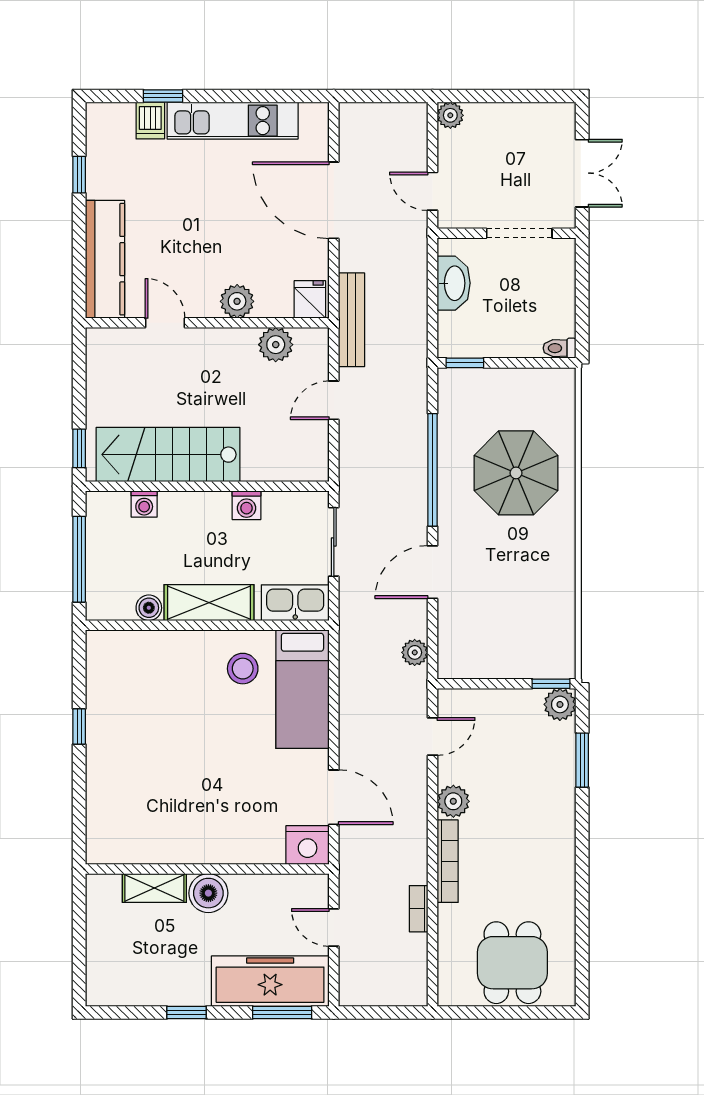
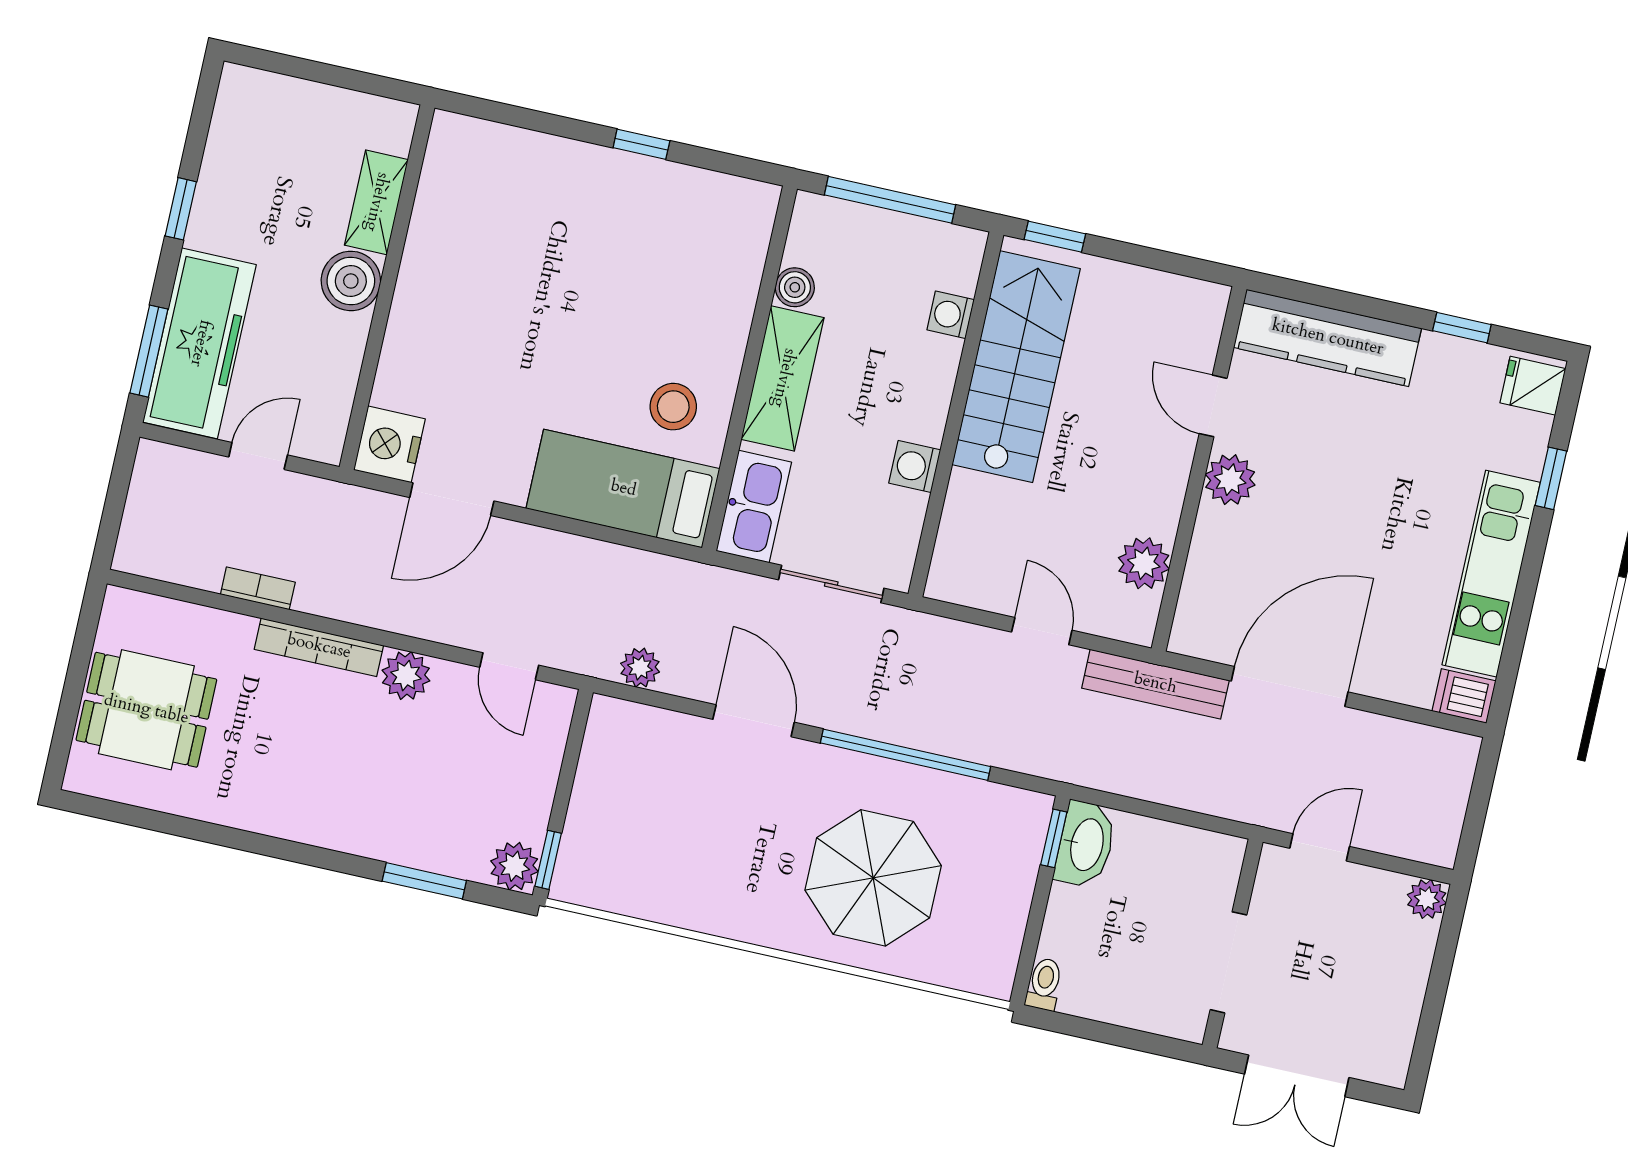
dishwasher: (150, 121) -> (1464, 696), moved
door: (334, 200) -> (1290, 686), moved
washbasin: (454, 283) -> (1085, 844), moved, turned -90
fridge: (310, 299) -> (1533, 386), moved, turned 180
plant: (237, 301) -> (1230, 480), moved
door: (165, 323) -> (1213, 406), swing flipped

